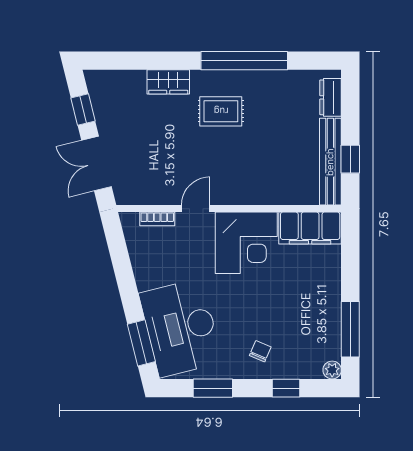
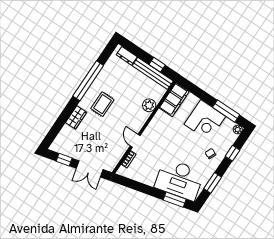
plant: (272, 192) -> (149, 105), added
corner desk: (246, 243) -> (205, 120), moved, turned 90

